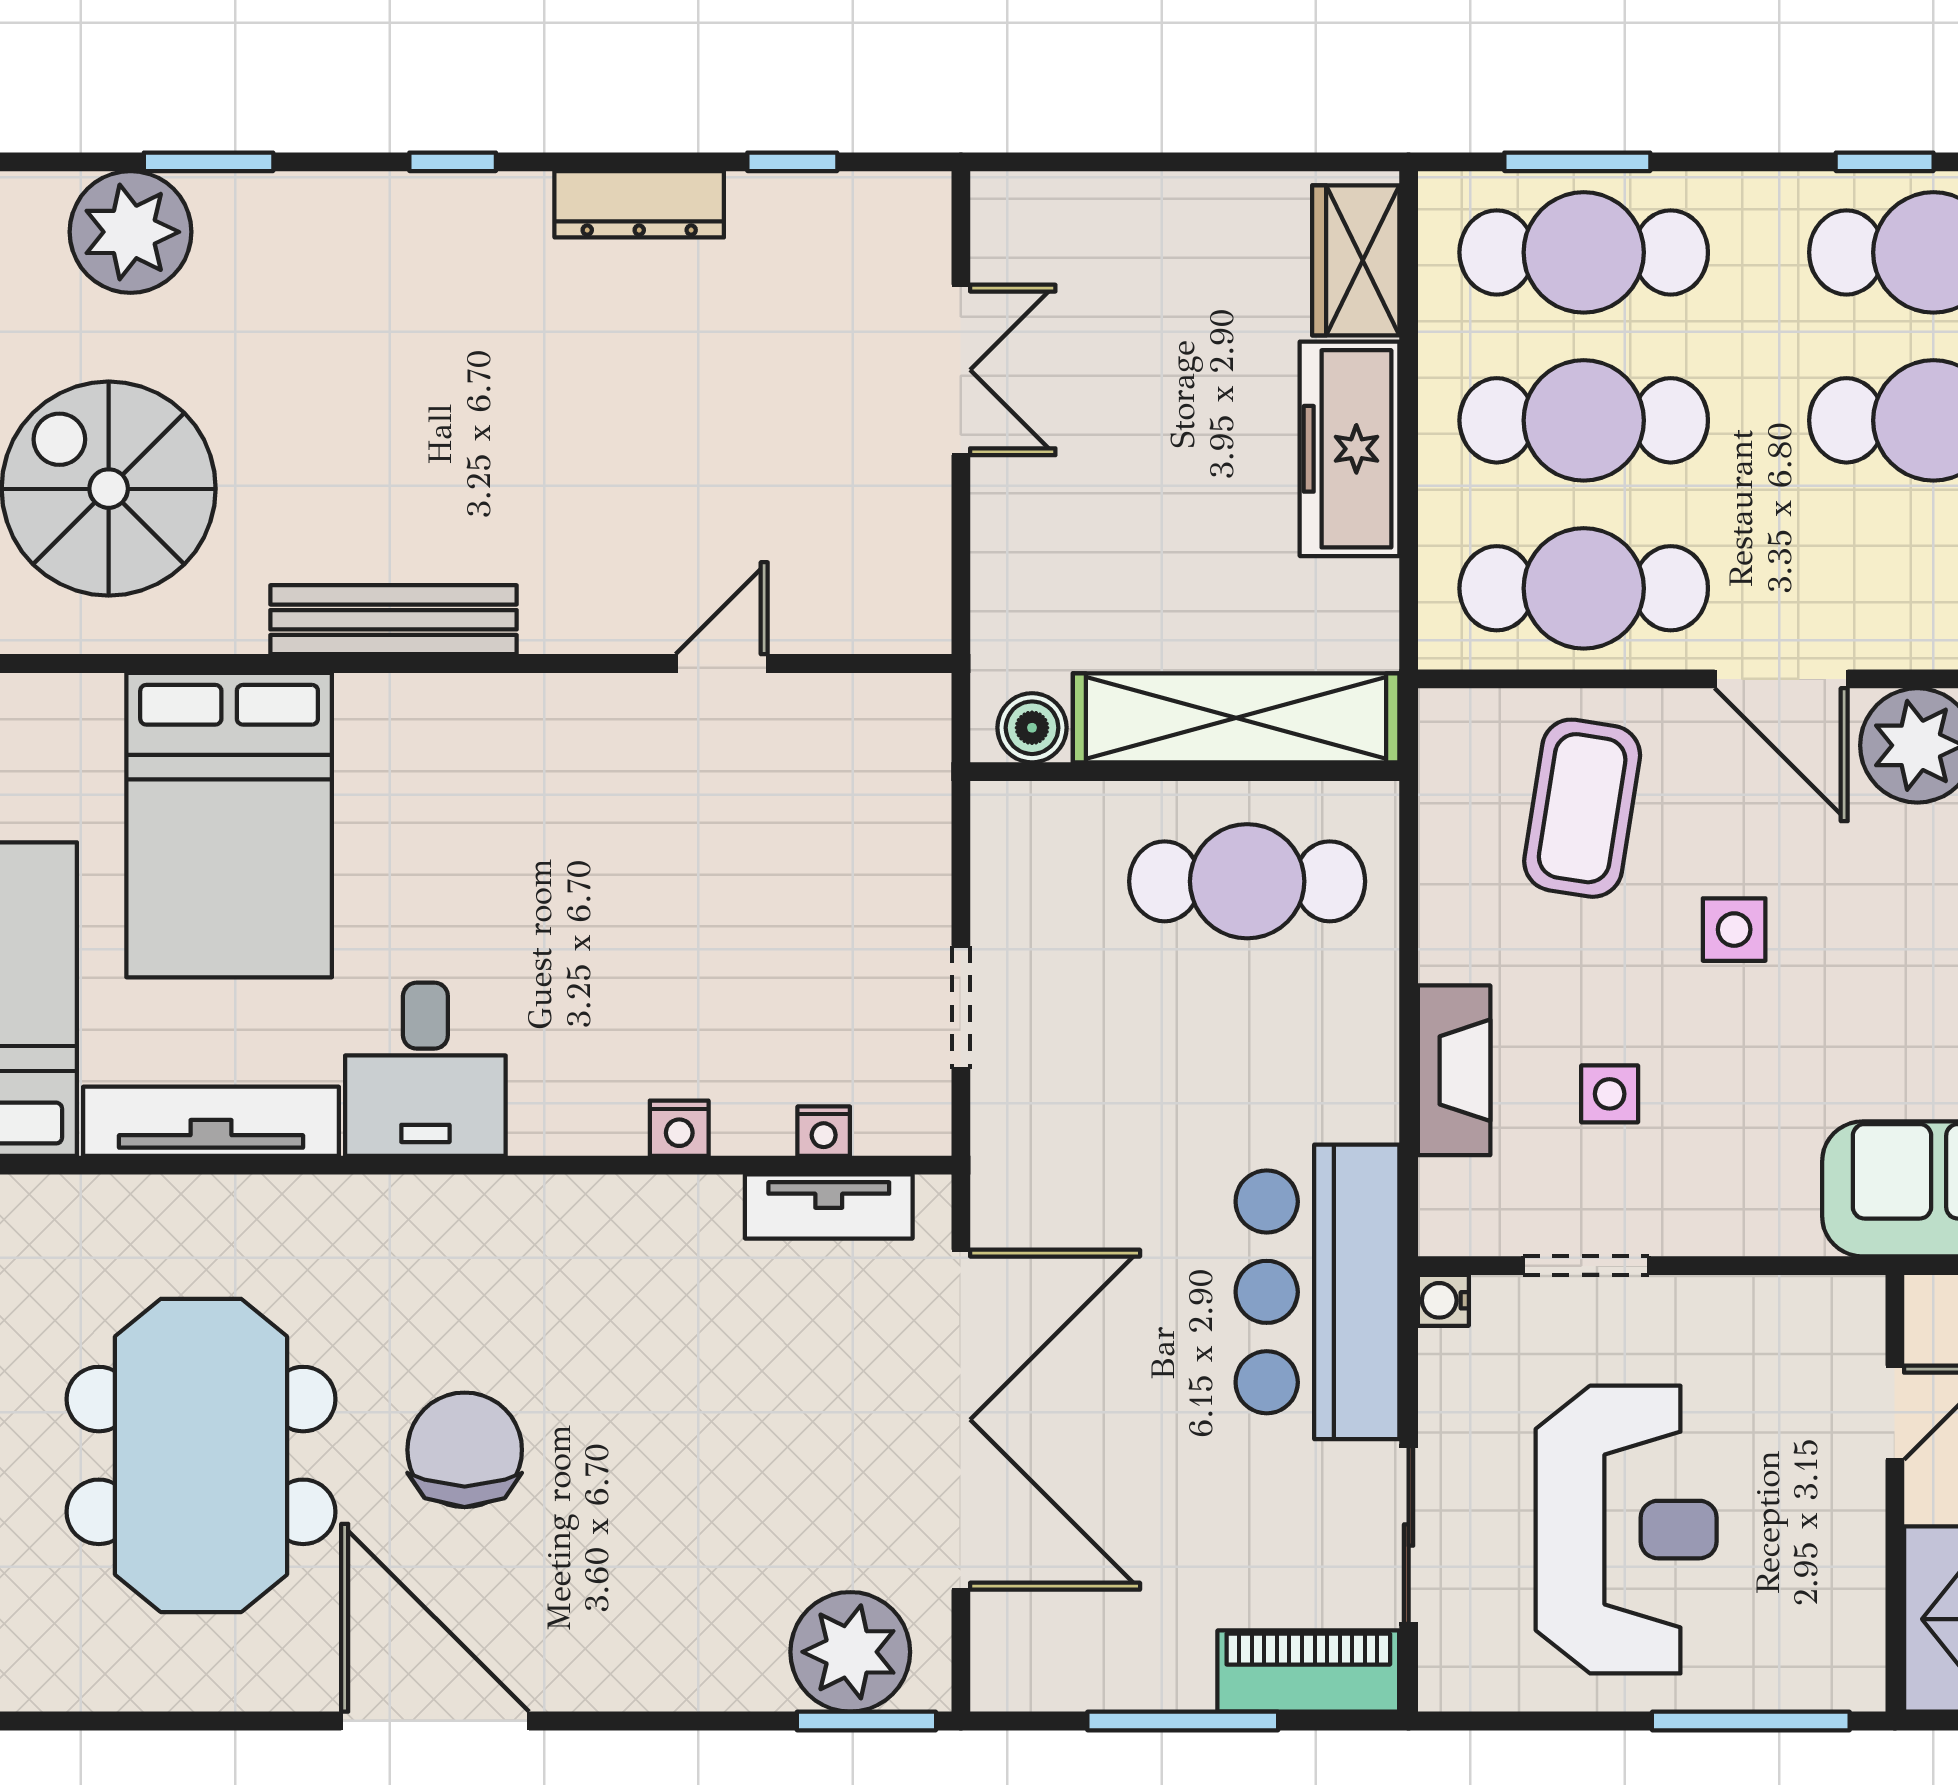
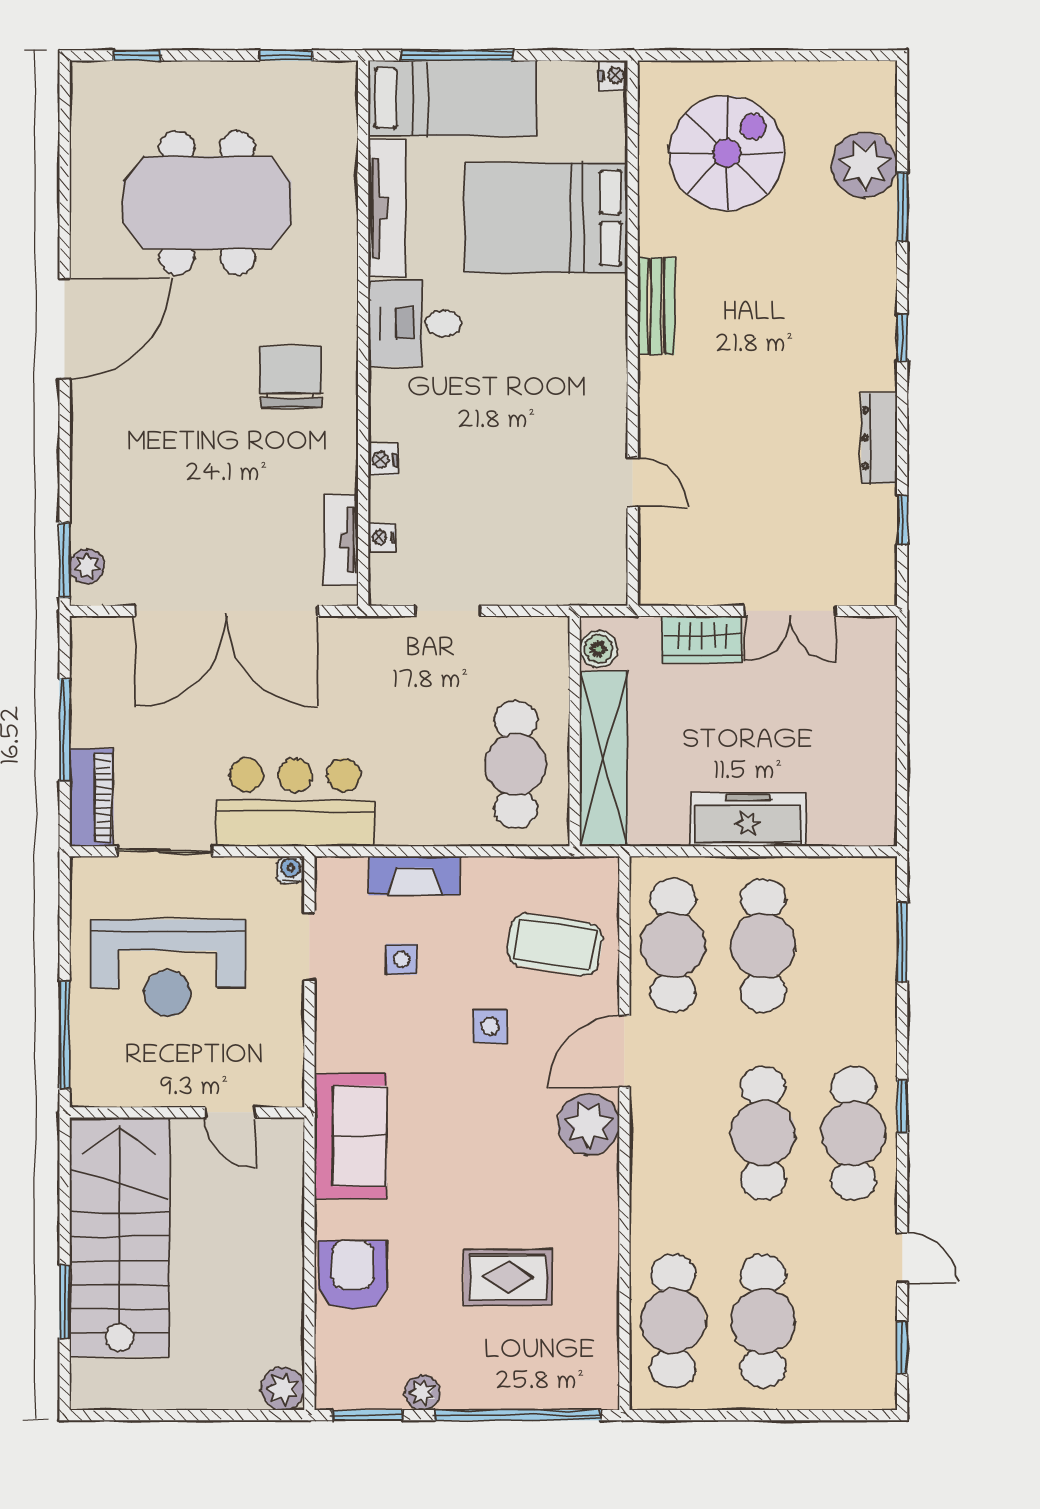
cafe table: (1584, 252) -> (853, 945), removed
wardrobe: (1356, 260) -> (702, 639), moved, turned 180
bench: (393, 620) -> (656, 306), width x0.73
chair: (465, 1450) -> (291, 377), moved, turned -90
plant: (850, 1652) -> (87, 566), width x0.53, depth x0.53

